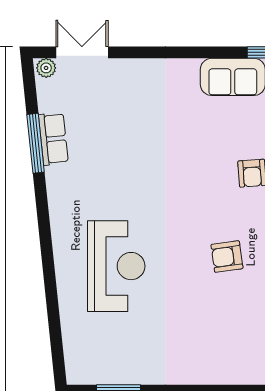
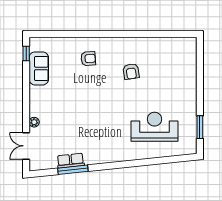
plant: (46, 68) -> (34, 122), moved
reception desk: (116, 266) -> (154, 127), moved

